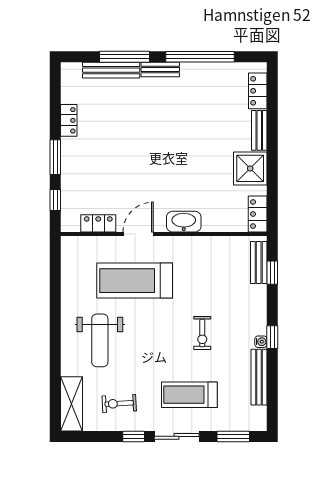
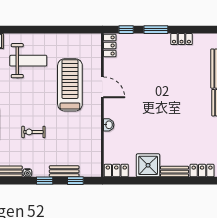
washbasin: (184, 222) -> (109, 125), width x0.52, depth x0.69
locker: (98, 223) -> (110, 45), moved
bench: (259, 263) -> (64, 171), moved
window: (272, 337) -> (45, 181), moved
weight bench: (100, 340) -> (28, 61), turned 180

